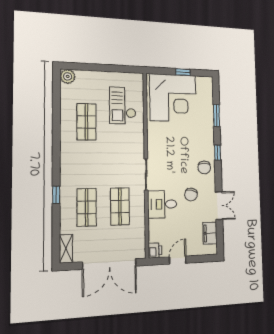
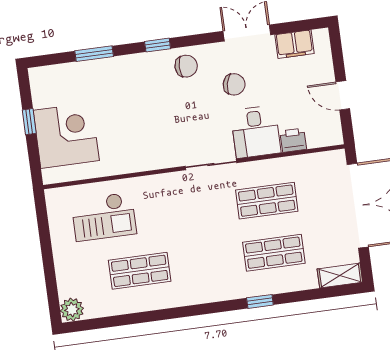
corner desk: (173, 98) -> (66, 135), width x0.74, depth x0.74
printer: (155, 250) -> (293, 140), moved

